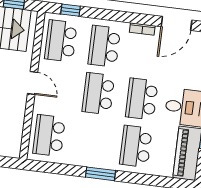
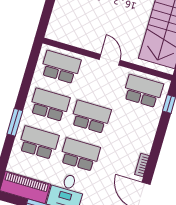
school desk: (104, 46) -> (50, 105), moved
door: (33, 83) -> (110, 60), swing flipped
window: (101, 174) -> (15, 122), moved

